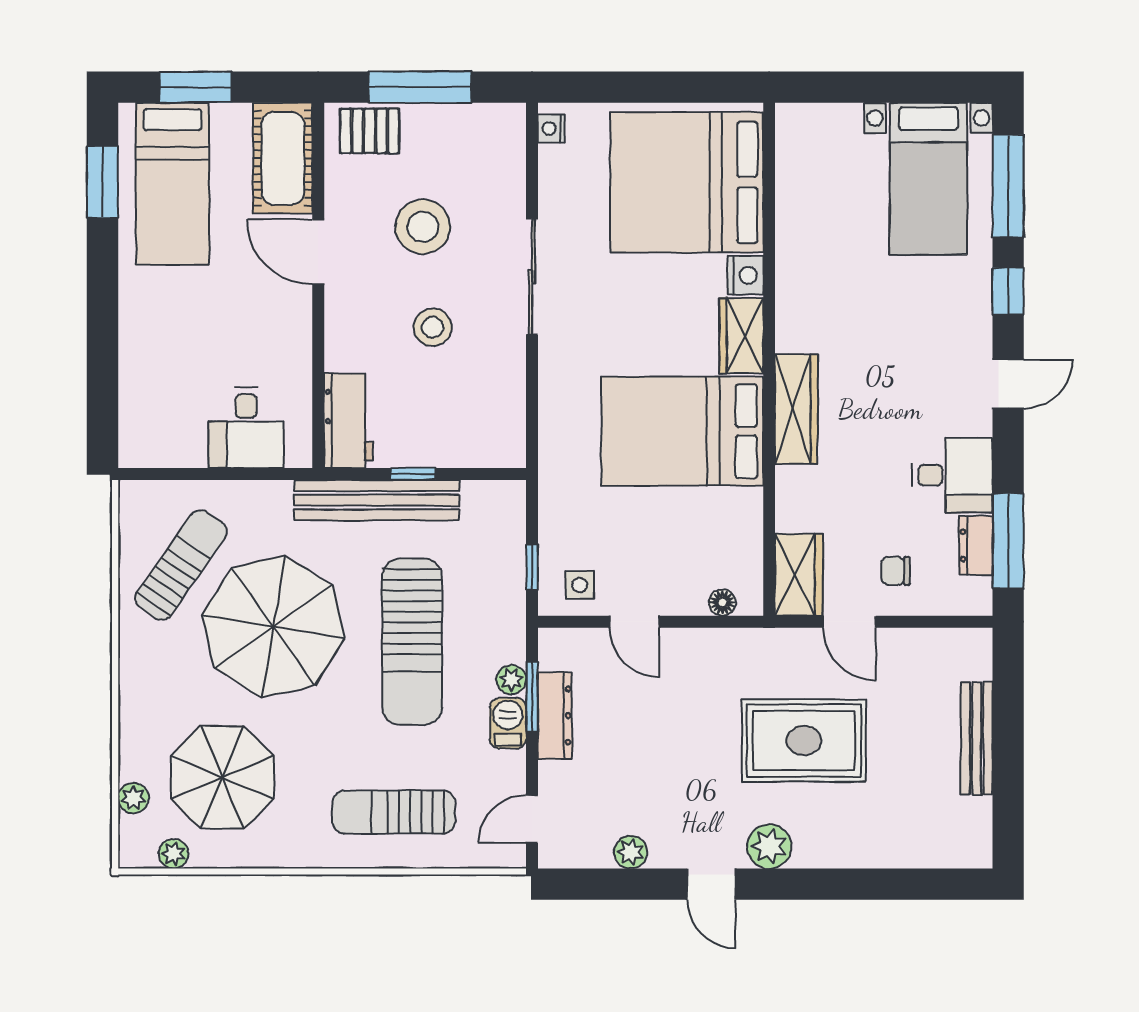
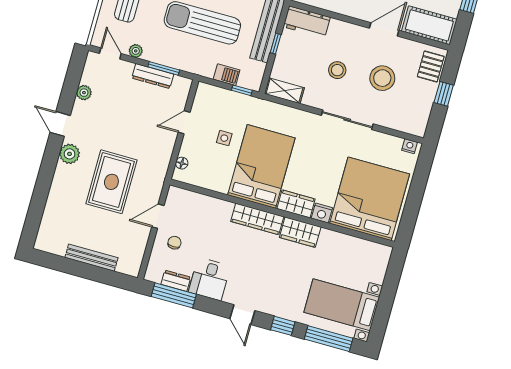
window: (420, 87) -> (444, 94), width x0.46
shelving: (508, 427) -> (284, 91), added
window: (532, 567) -> (242, 90), moved
wardrobe: (799, 575) -> (300, 232), moved
side table: (580, 585) -> (224, 138), moved
plant: (511, 680) -> (136, 51), moved
barbecue: (508, 723) -> (227, 75), moved
door: (711, 884) -> (60, 124), hinge flipped

